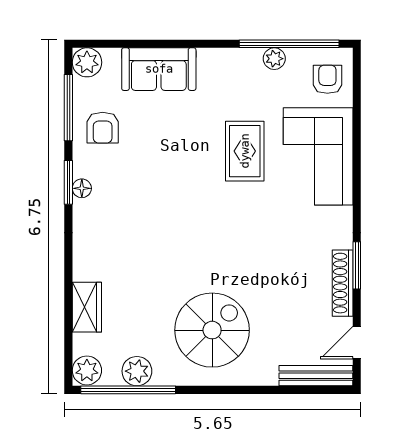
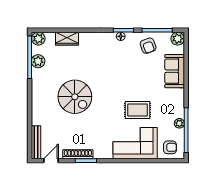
armchair: (103, 128) -> (148, 46), turned -110
spiral stairs: (212, 330) -> (75, 97), moved
door: (357, 343) -> (51, 161), hinge flipped

